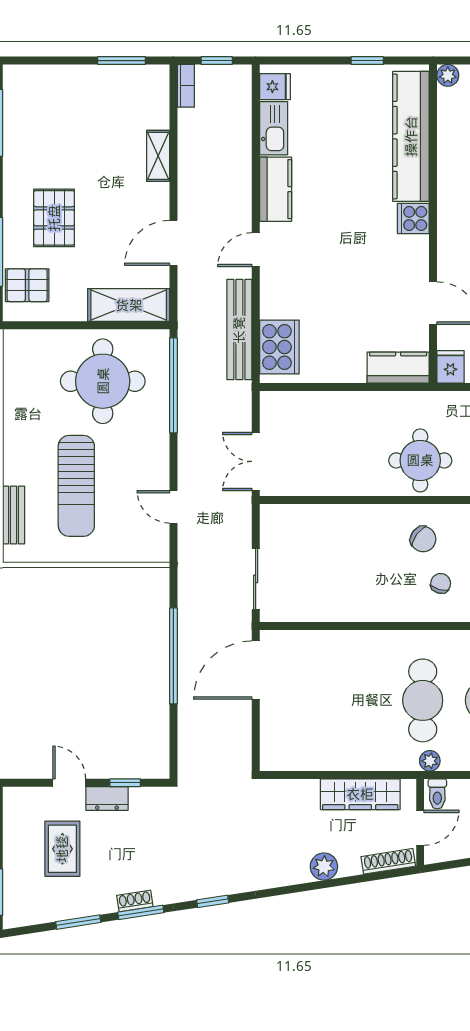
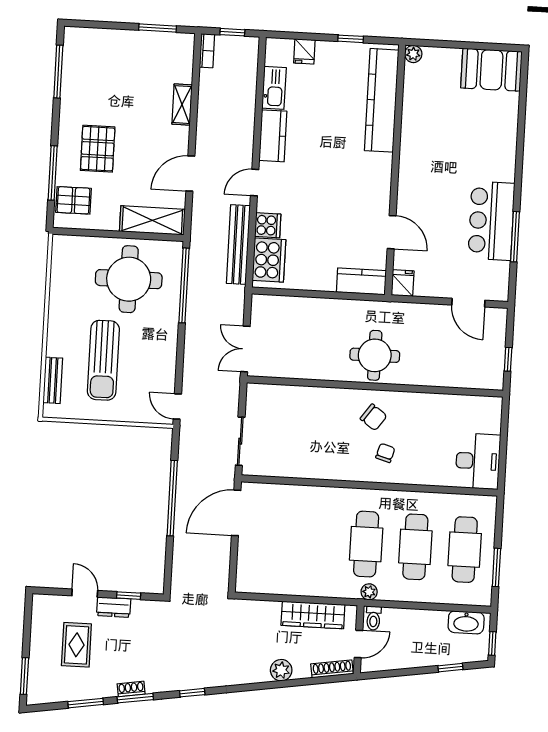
fridge: (275, 87) -> (304, 51), moved, turned 90
cooker: (413, 218) -> (268, 225), moved, turned 180
door: (173, 507) -> (177, 406), moved

